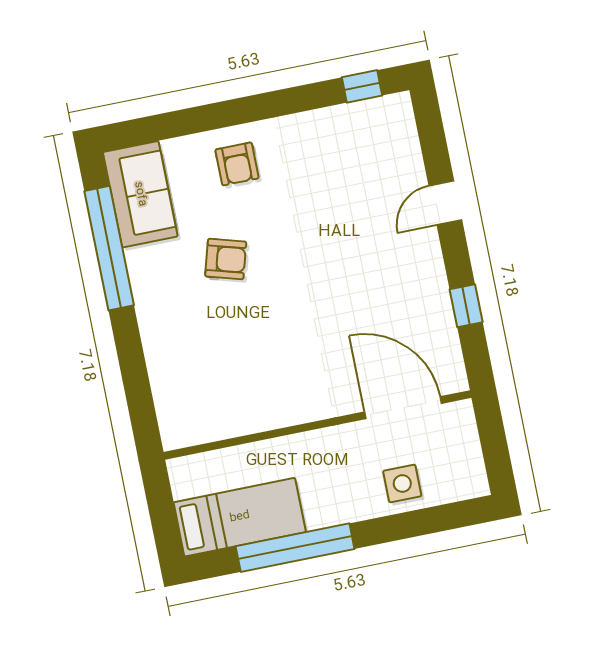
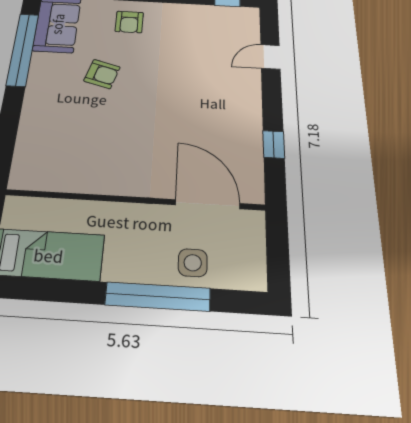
door: (445, 203) -> (270, 57), moved
window: (295, 548) -> (158, 297), moved

